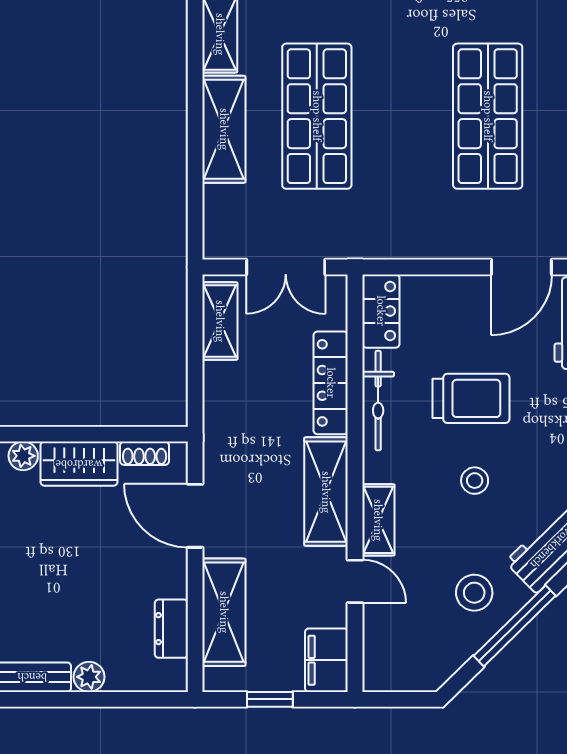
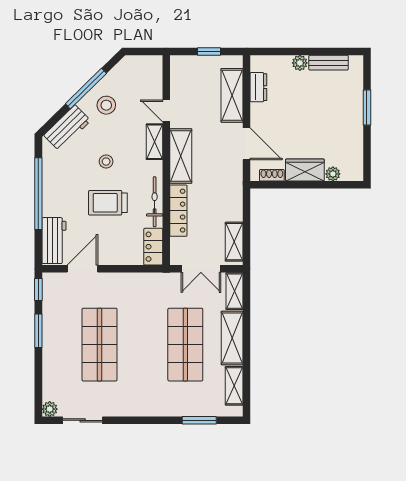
shelving: (219, 223) -> (235, 291), added
double door: (286, 267) -> (201, 269), swing flipped
filing cabinet: (326, 660) -> (180, 71), removed

